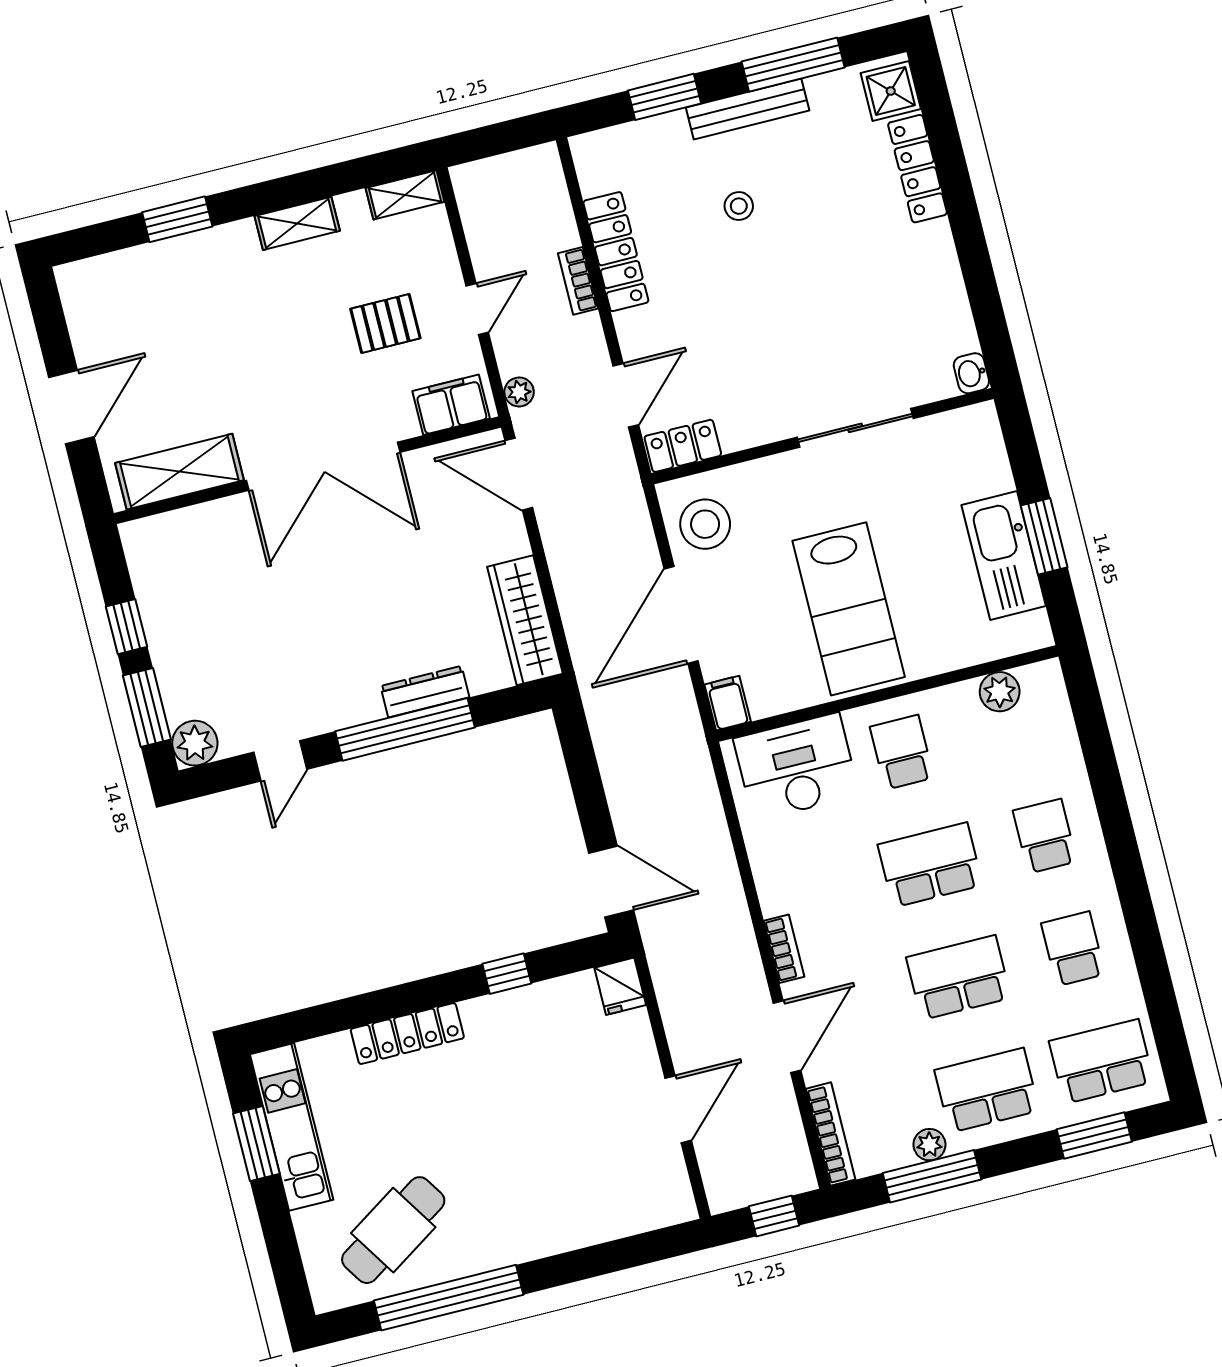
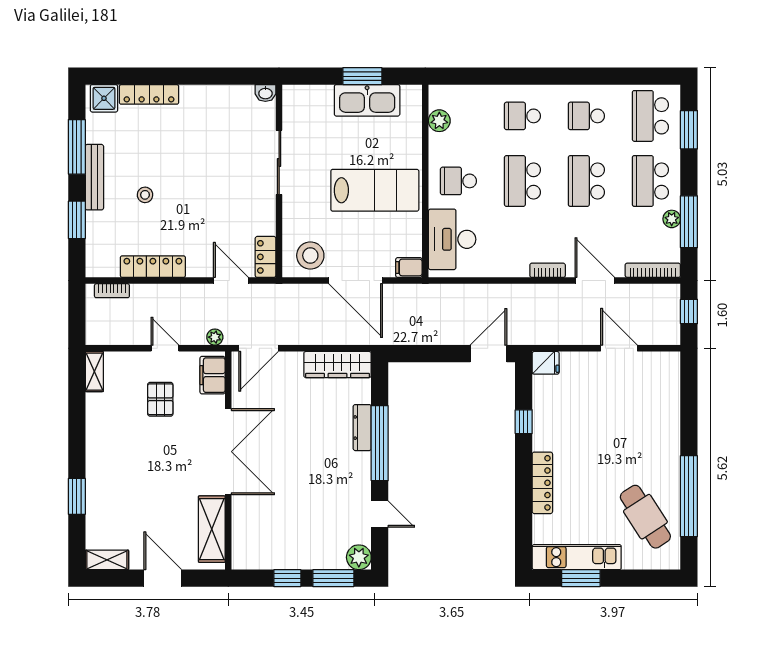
shelving: (297, 223) -> (107, 560), moved, turned 90
bookcase: (578, 281) -> (112, 291), moved

